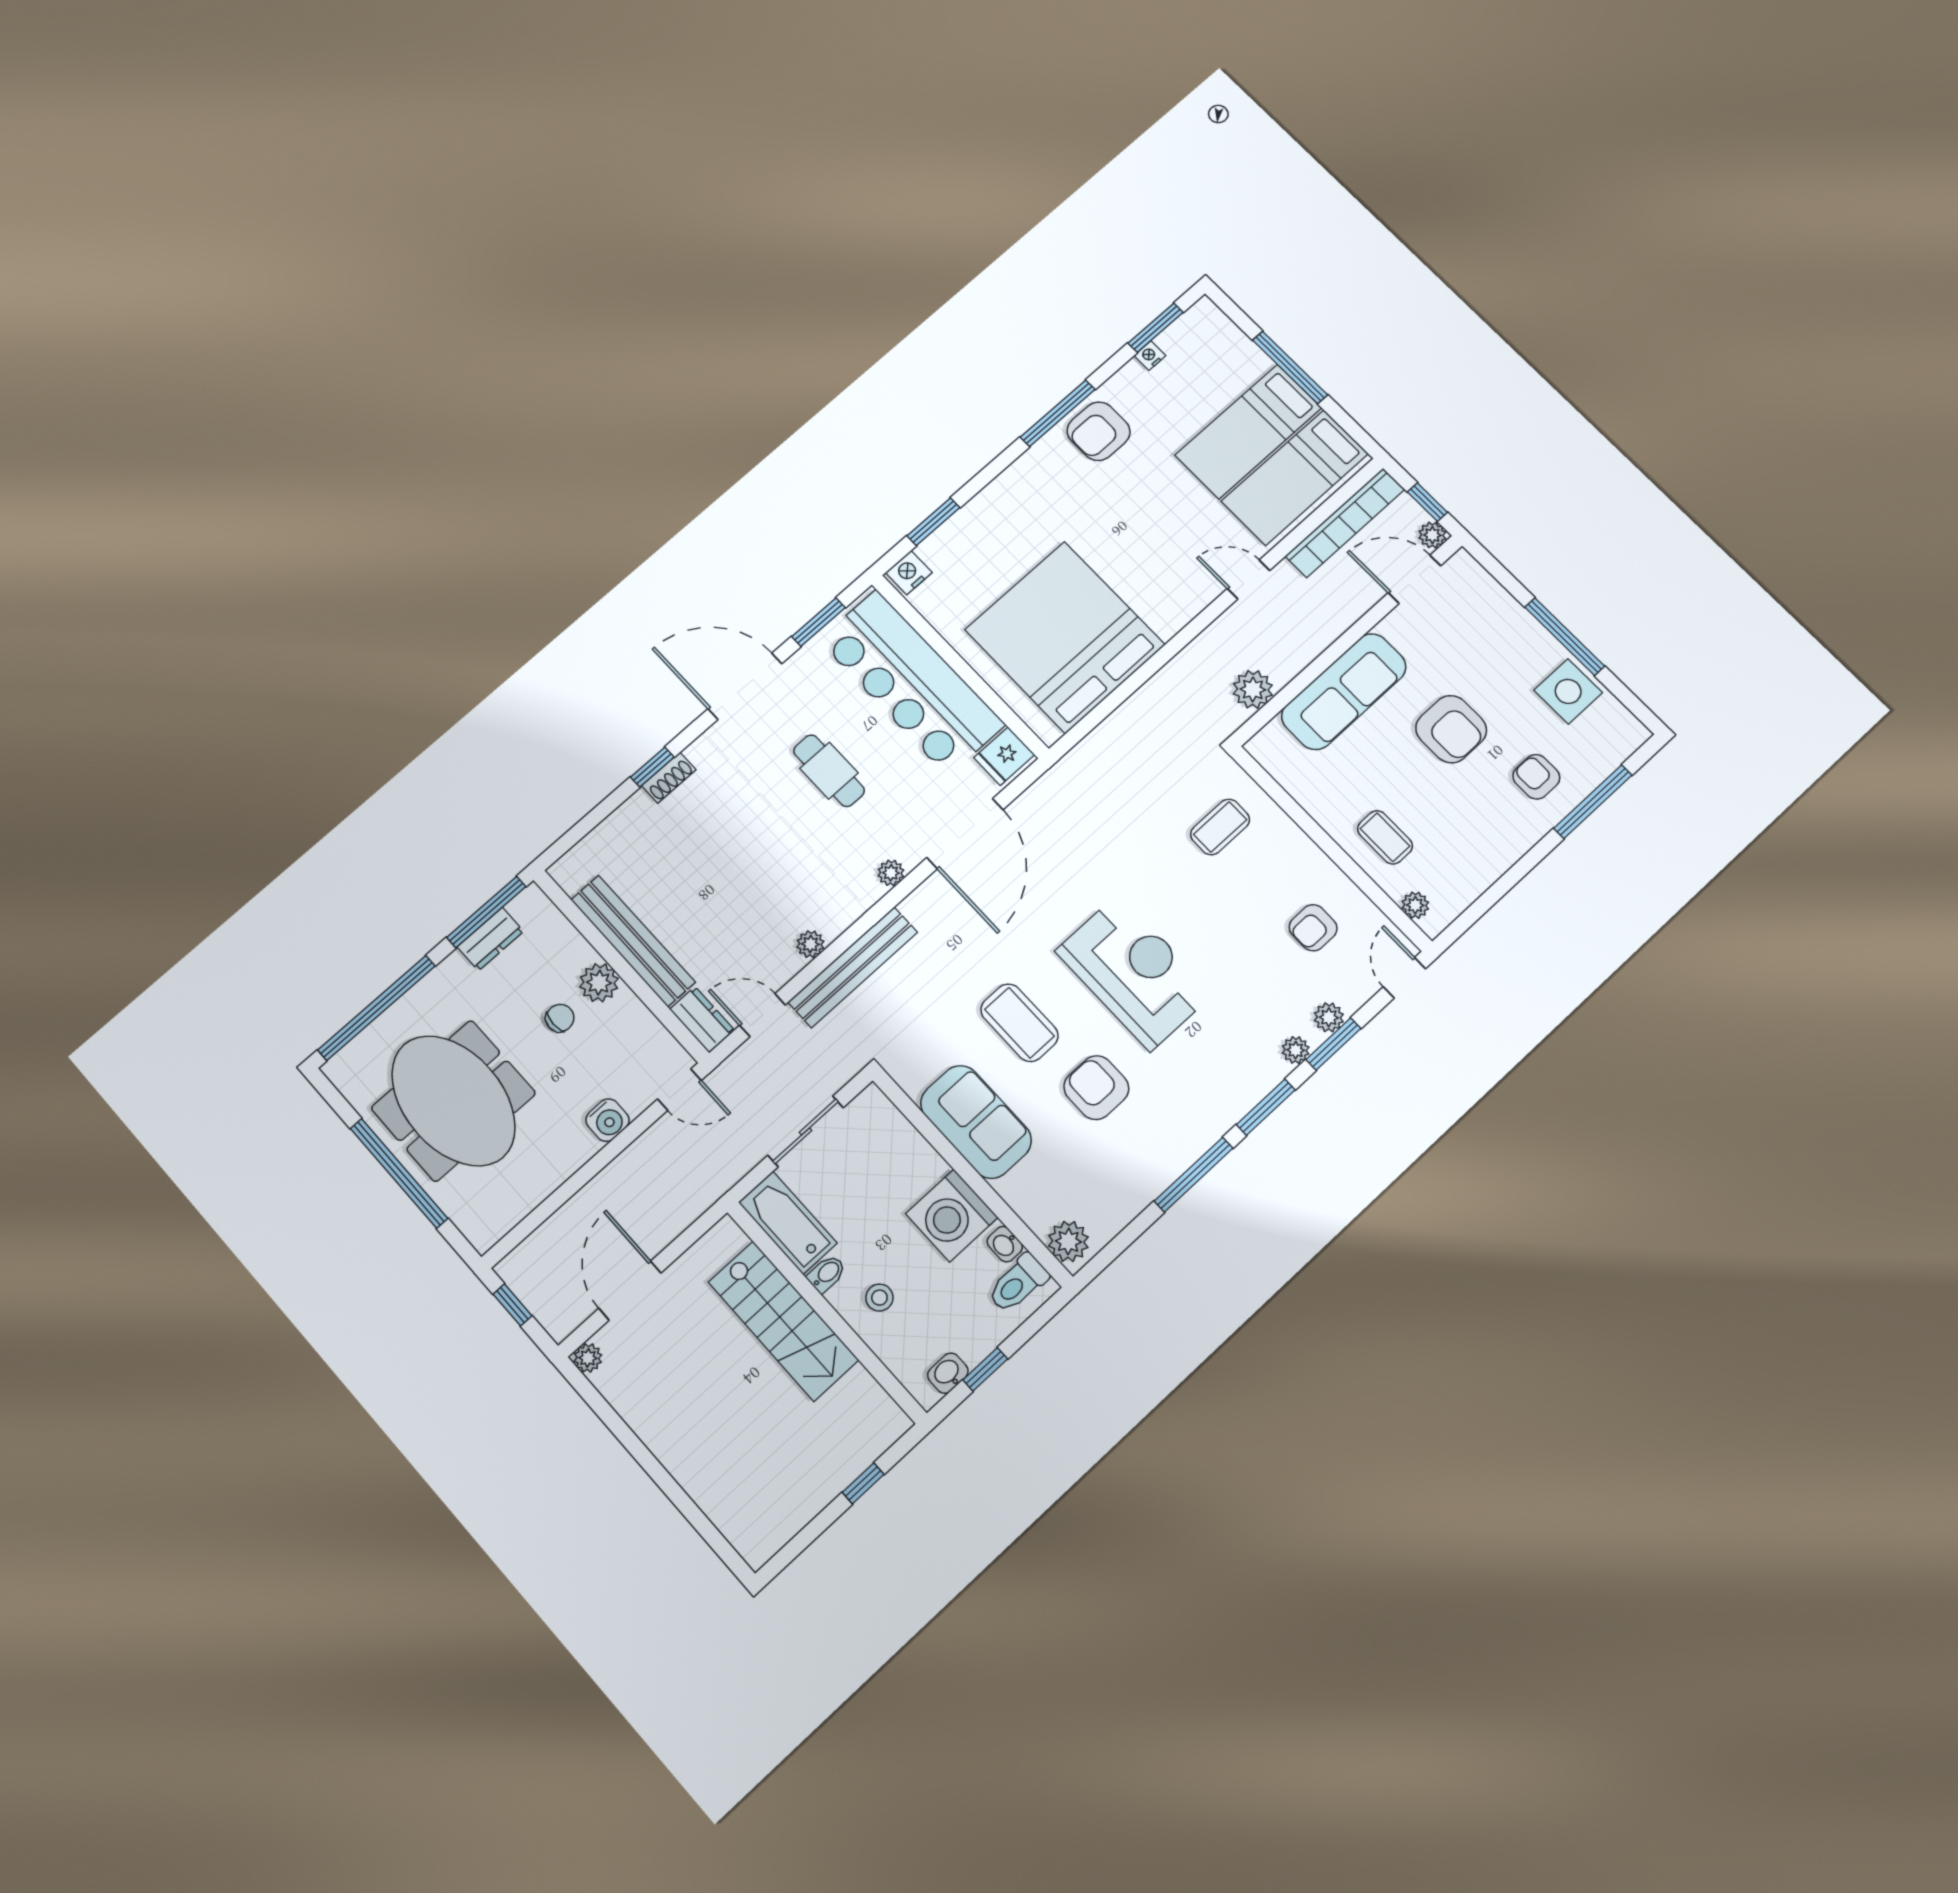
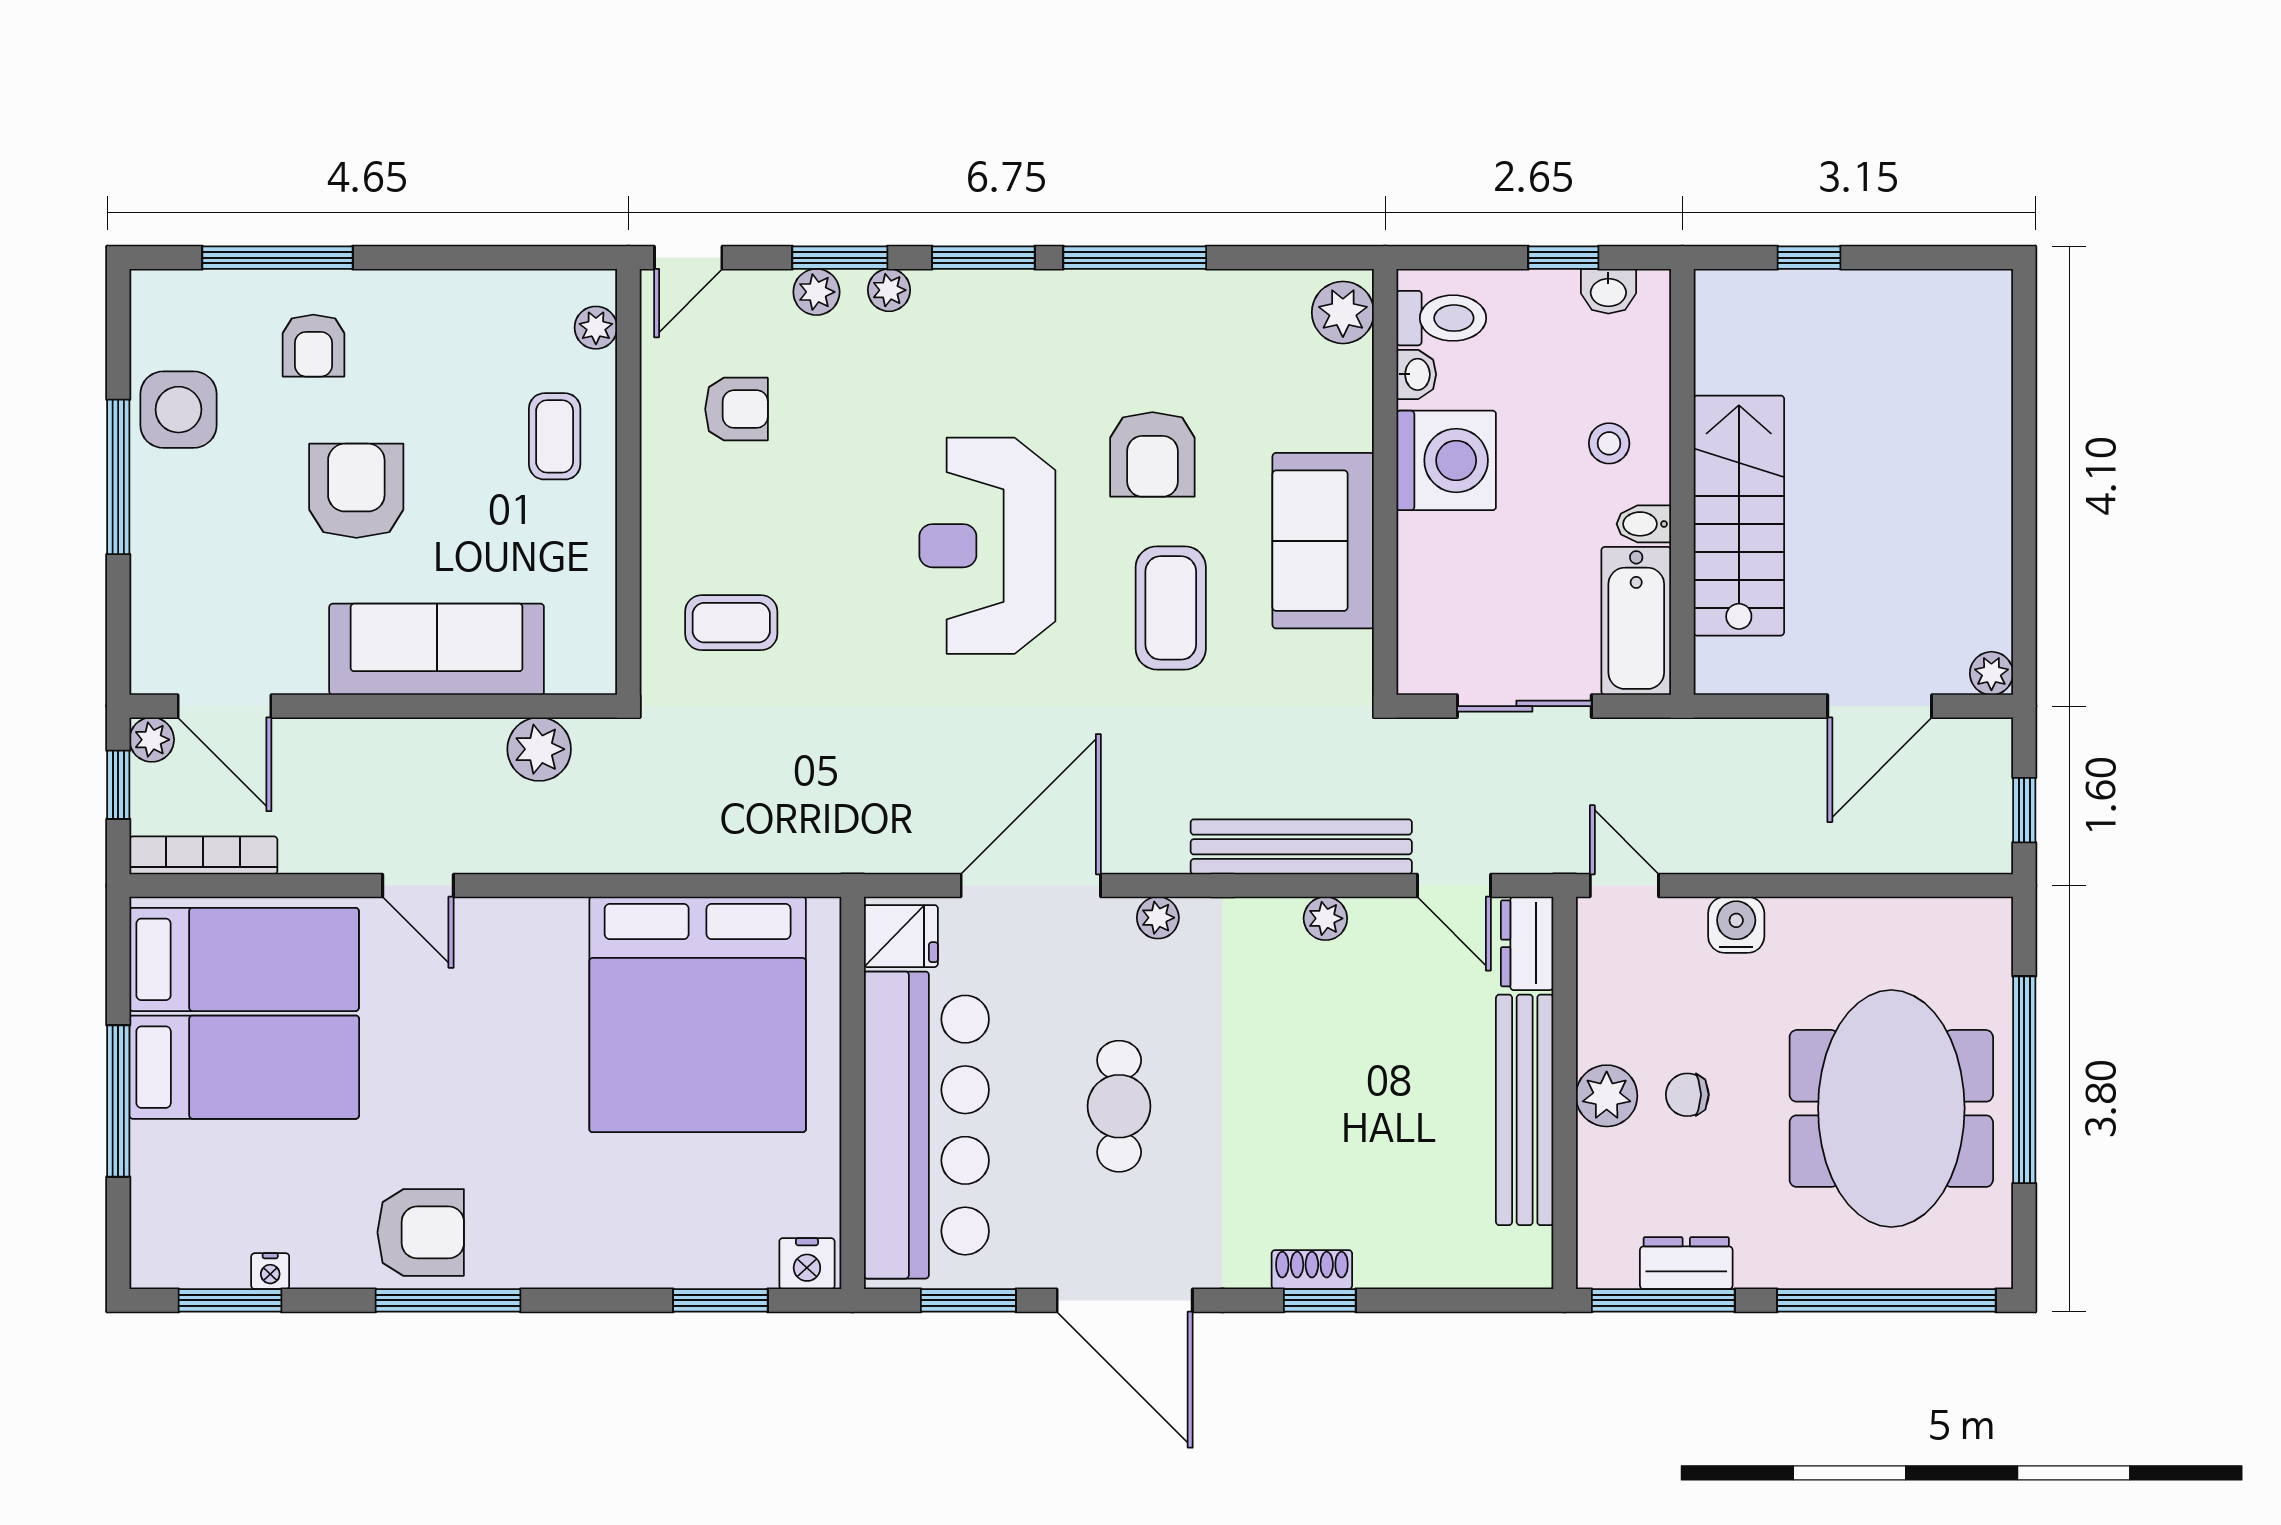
bookcase: (1345, 523) -> (203, 855), width x0.68, depth x0.76

